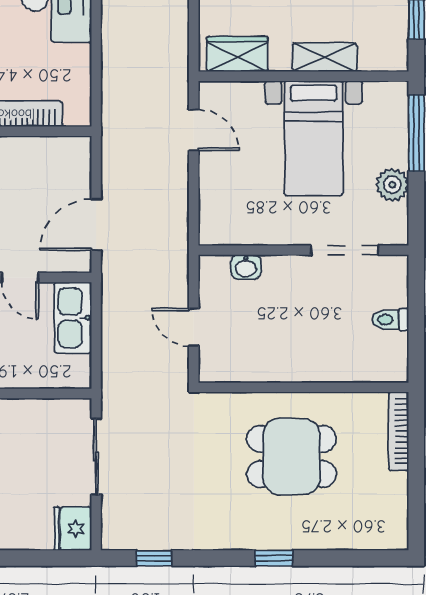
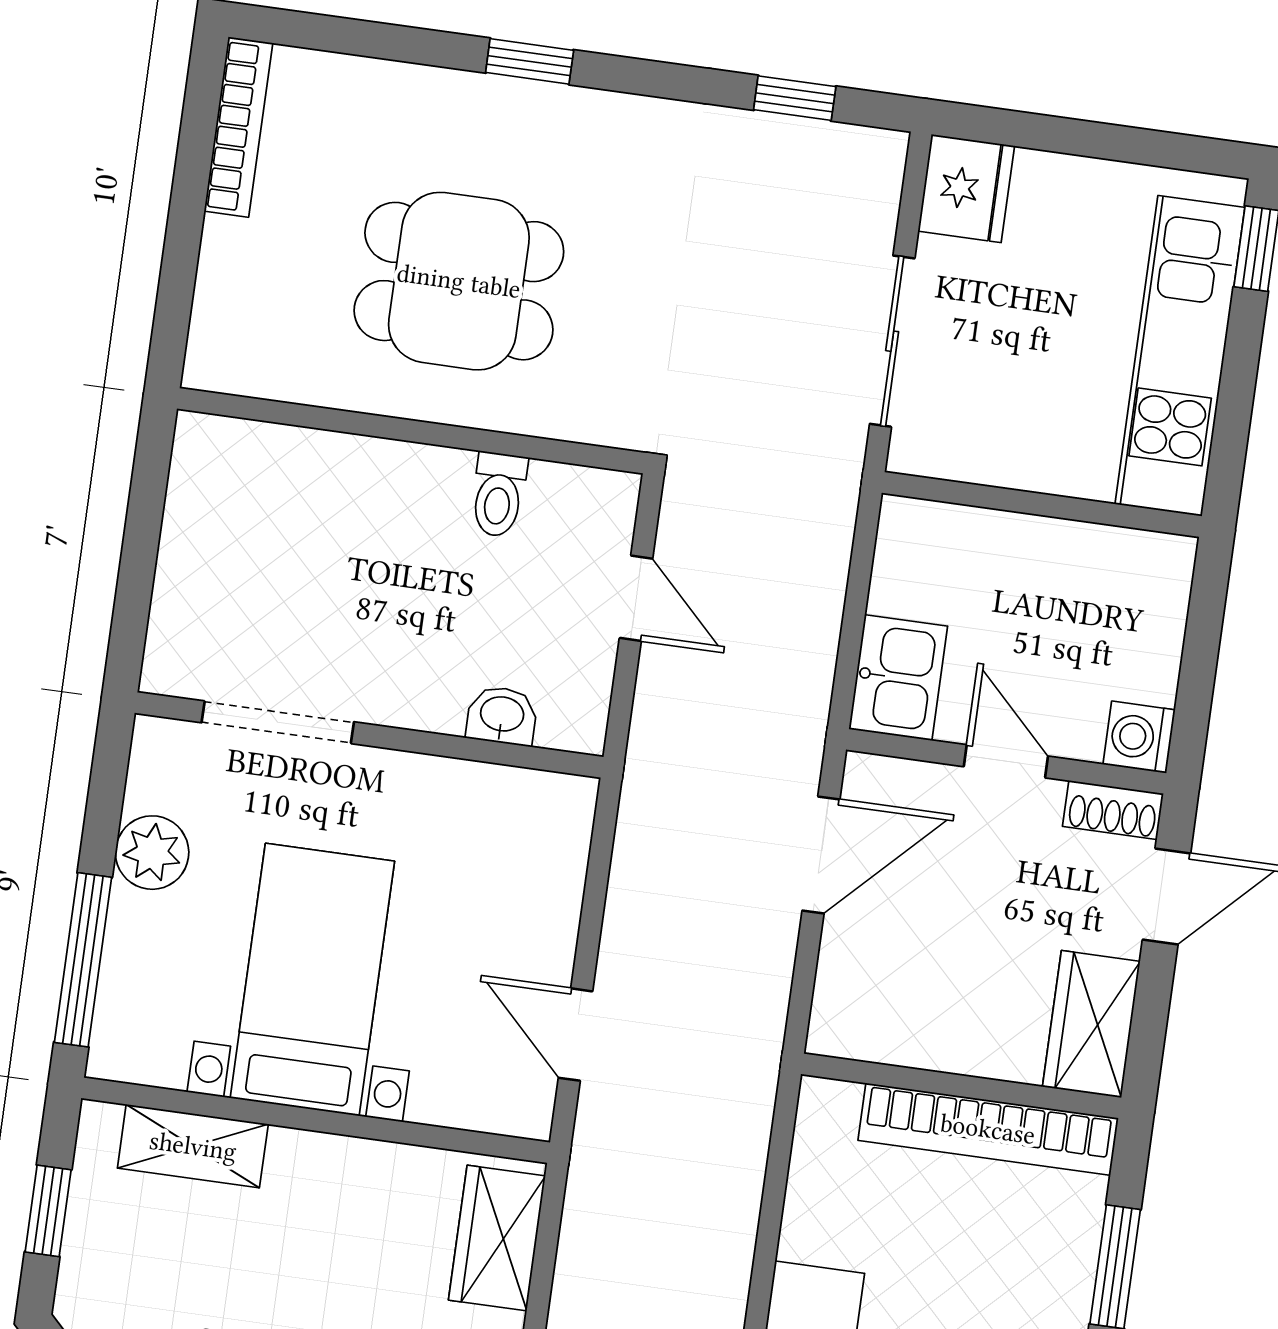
wardrobe: (237, 54) -> (497, 1238), moved, turned 90
shelving: (325, 57) -> (193, 1146), moved
kitchen sink: (73, 318) -> (898, 678), width x0.73
toilet: (390, 320) -> (498, 495), moved, turned 90
bookcase: (399, 431) -> (238, 127), moved

